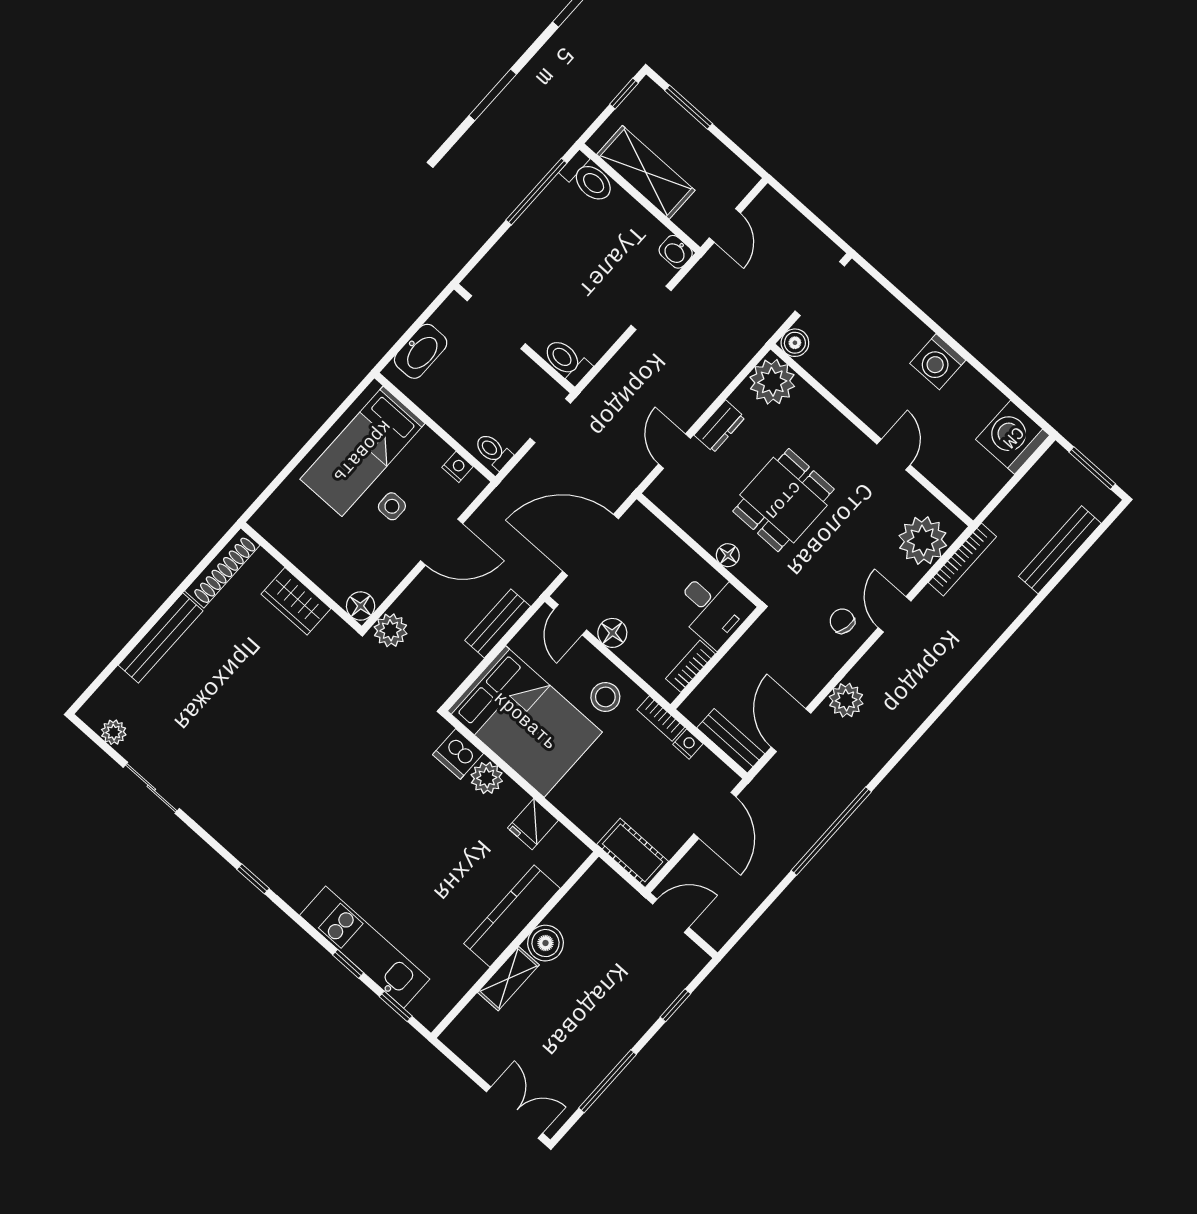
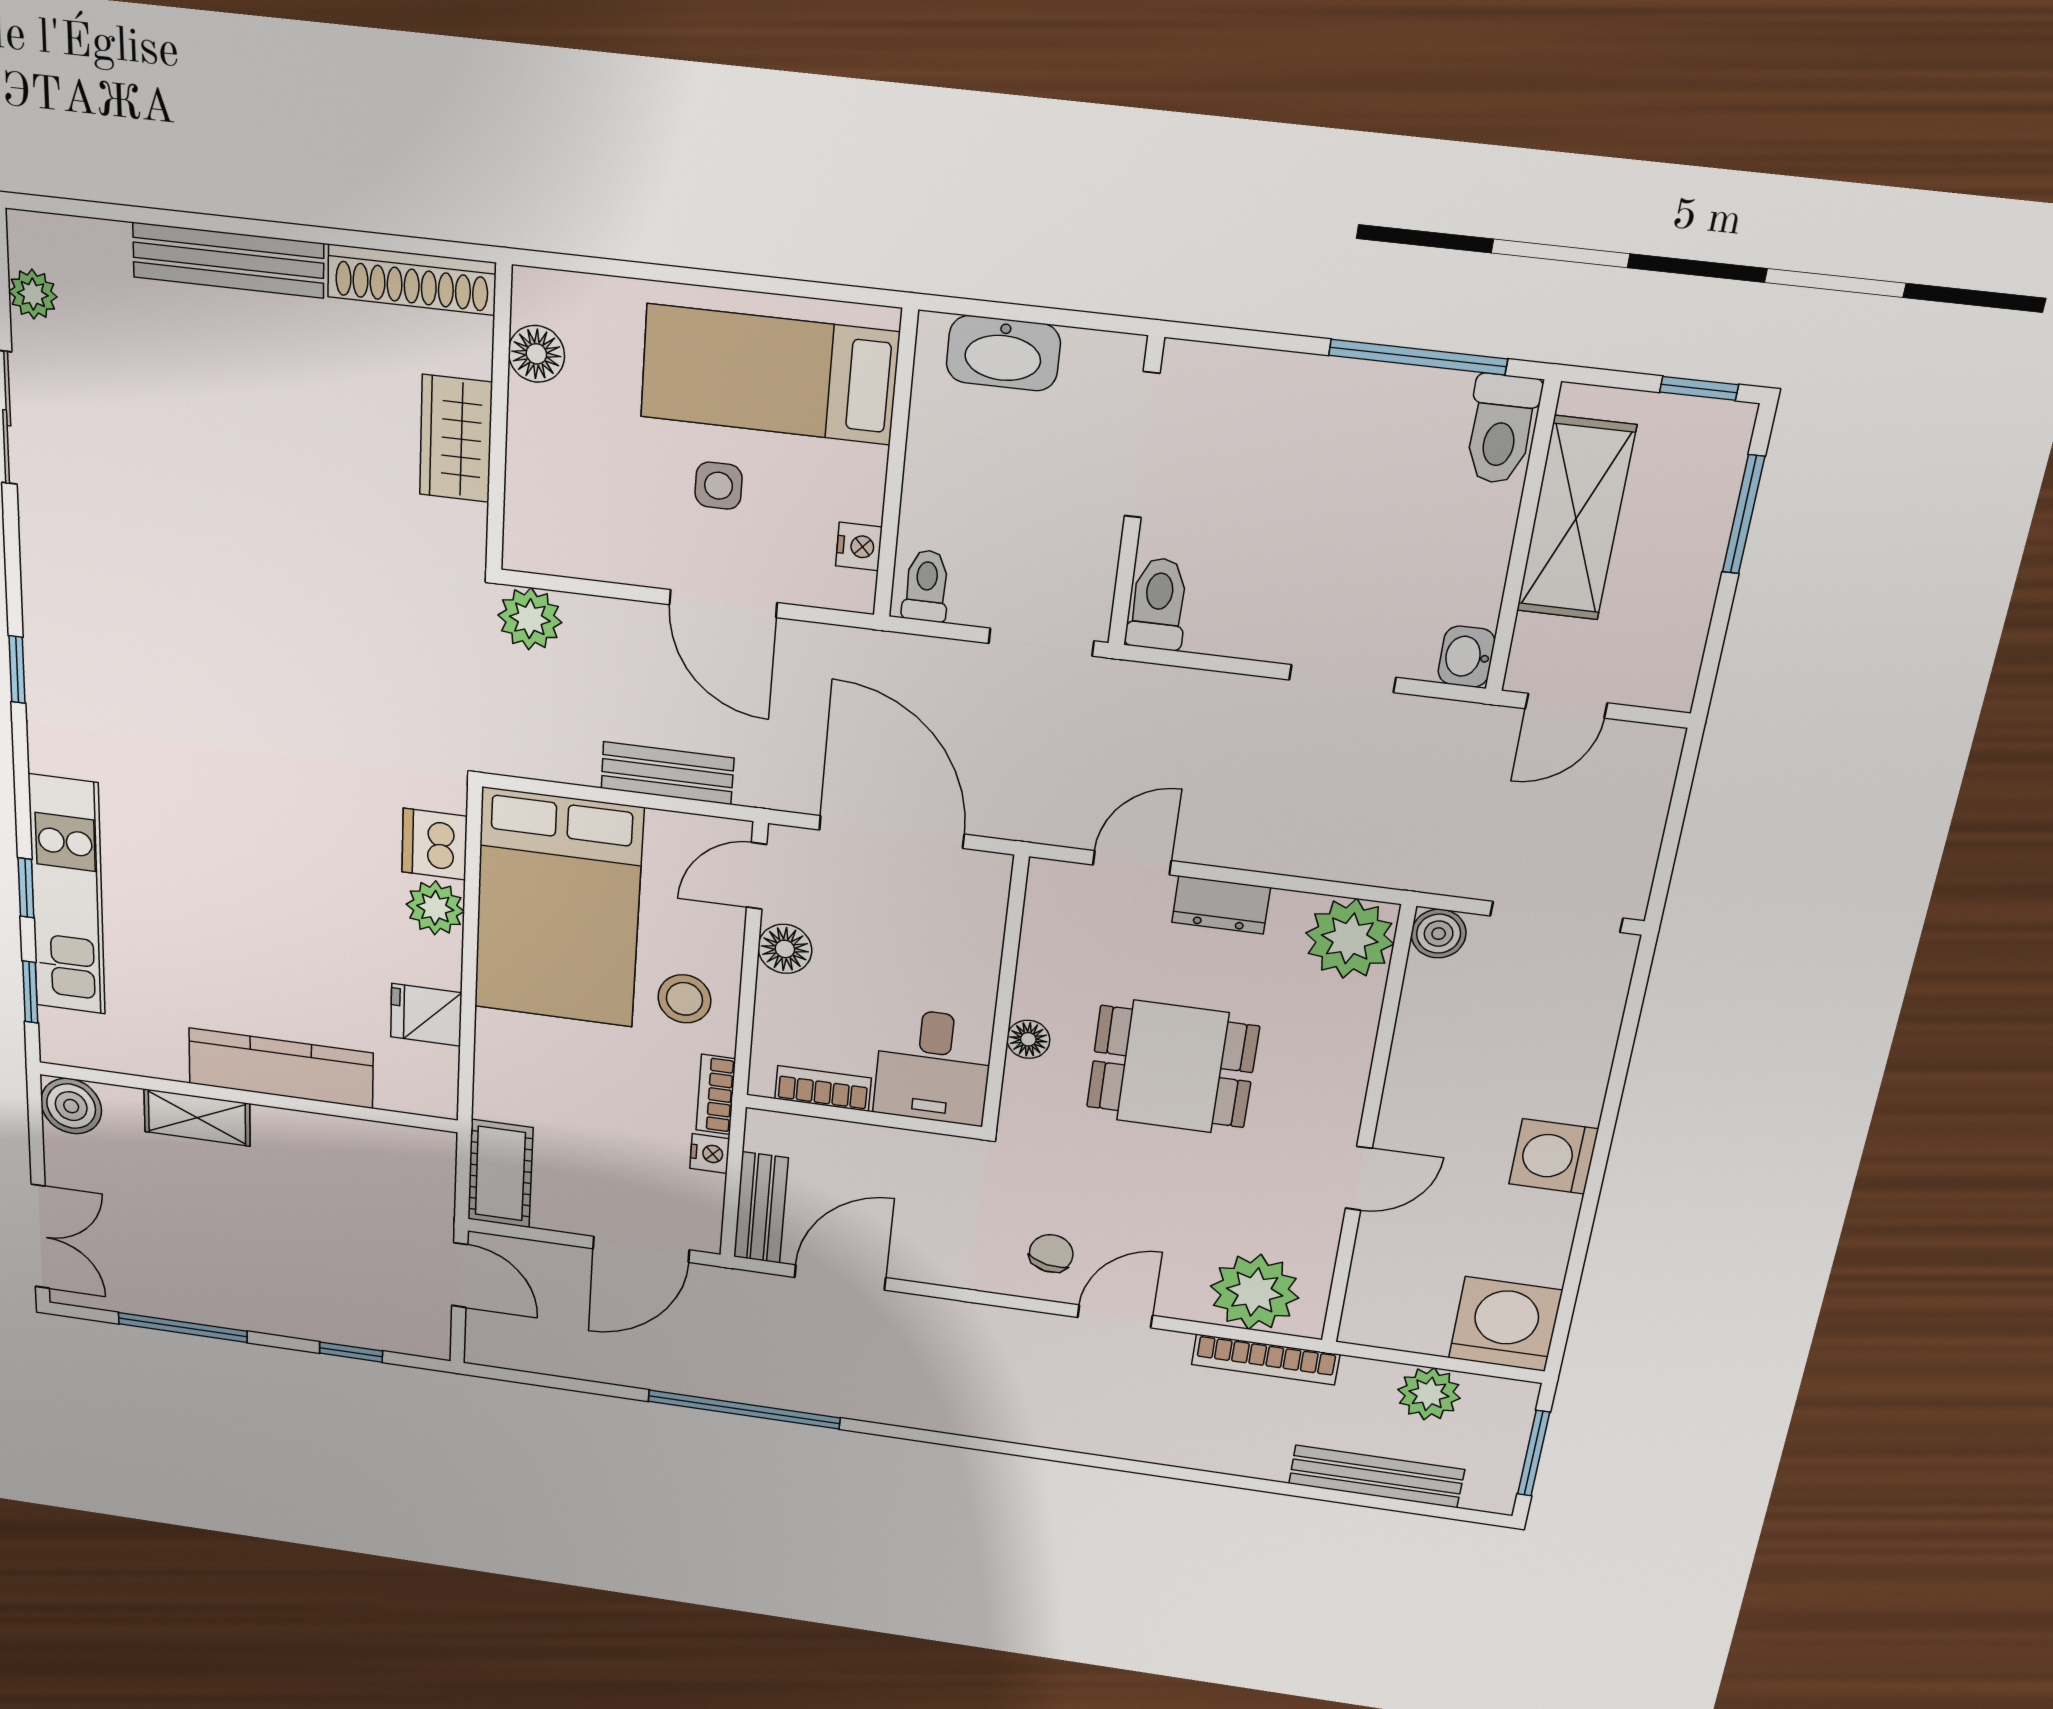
floor lamp: (361, 606) -> (536, 354), moved
plant: (846, 700) -> (1429, 1394), moved
boiler: (545, 943) -> (71, 1106), moved

